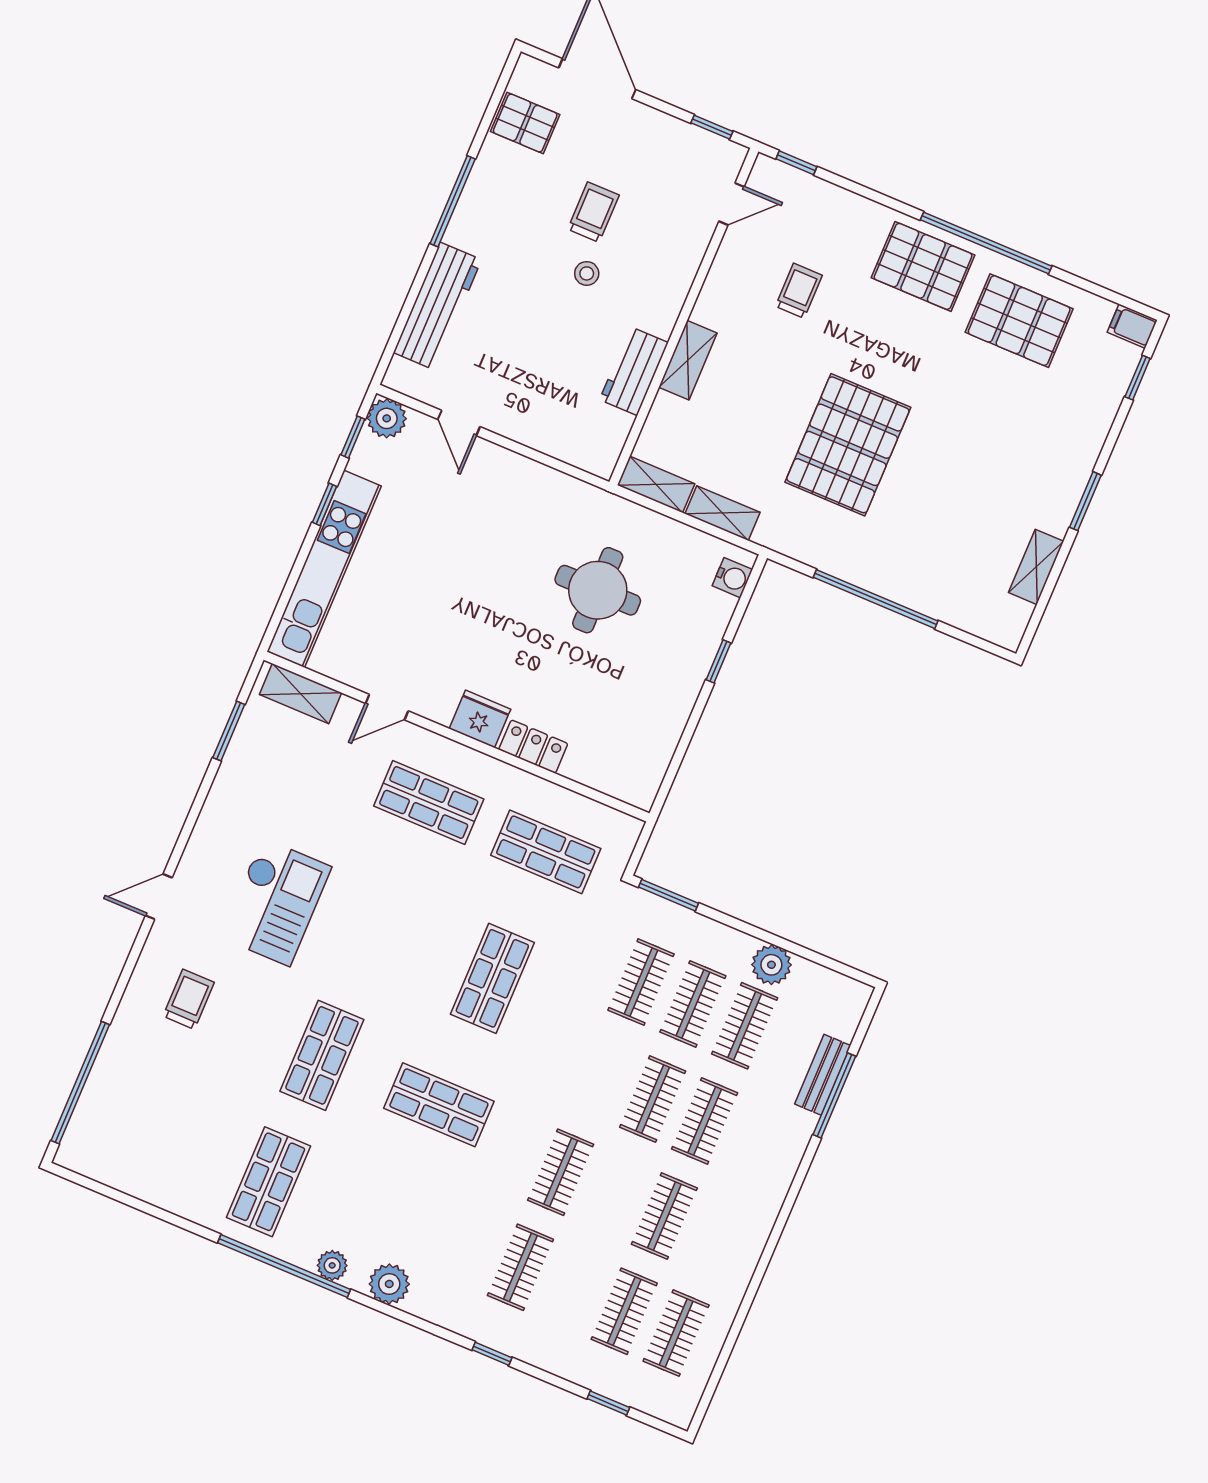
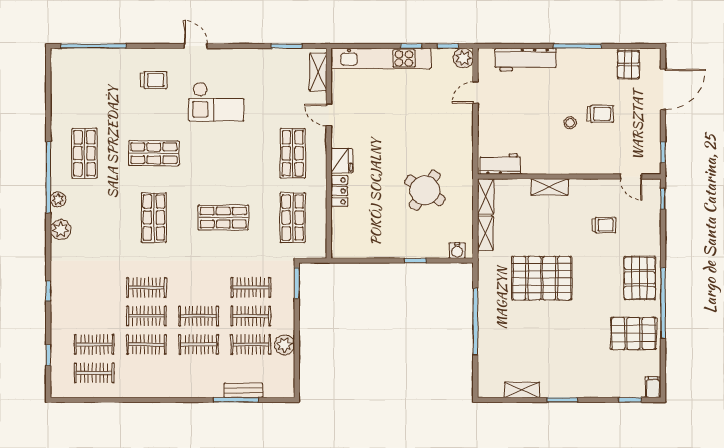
pallet: (1019, 321) -> (633, 334), turned 90
workbench: (634, 371) -> (500, 164), moved
round table: (598, 590) -> (425, 190), turned 33
shop shelf: (269, 1182) -> (84, 153), turned 90
clothes rail: (520, 1267) -> (146, 316), moved

